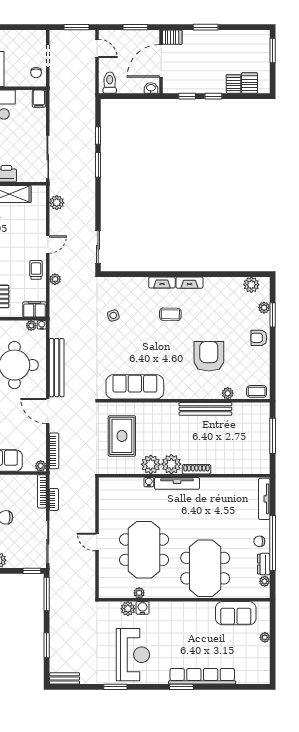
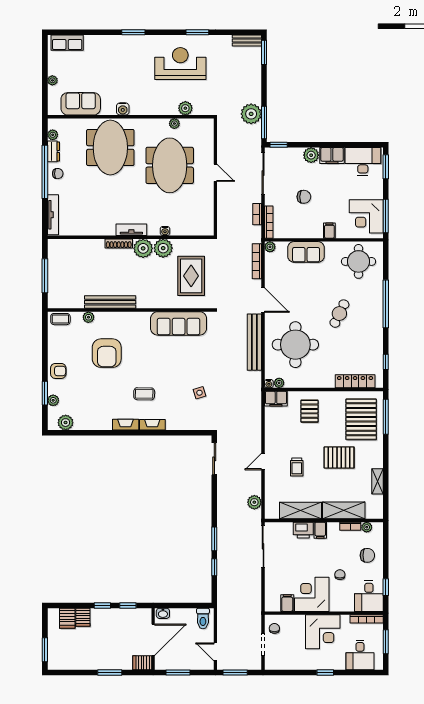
filing cabinet: (39, 99) -> (287, 603), moved
trolley: (36, 270) -> (297, 467), moved
plant: (55, 279) -> (251, 114), moved, width x1.88, depth x1.88
tv unit: (177, 483) -> (131, 230), width x0.71
water cooler: (143, 608) -> (123, 109), moved
window: (47, 645) -> (264, 52), moved
reception desk: (133, 655) -> (180, 64), turned 90
row of seats: (202, 676) -> (67, 43), moved, width x0.50

